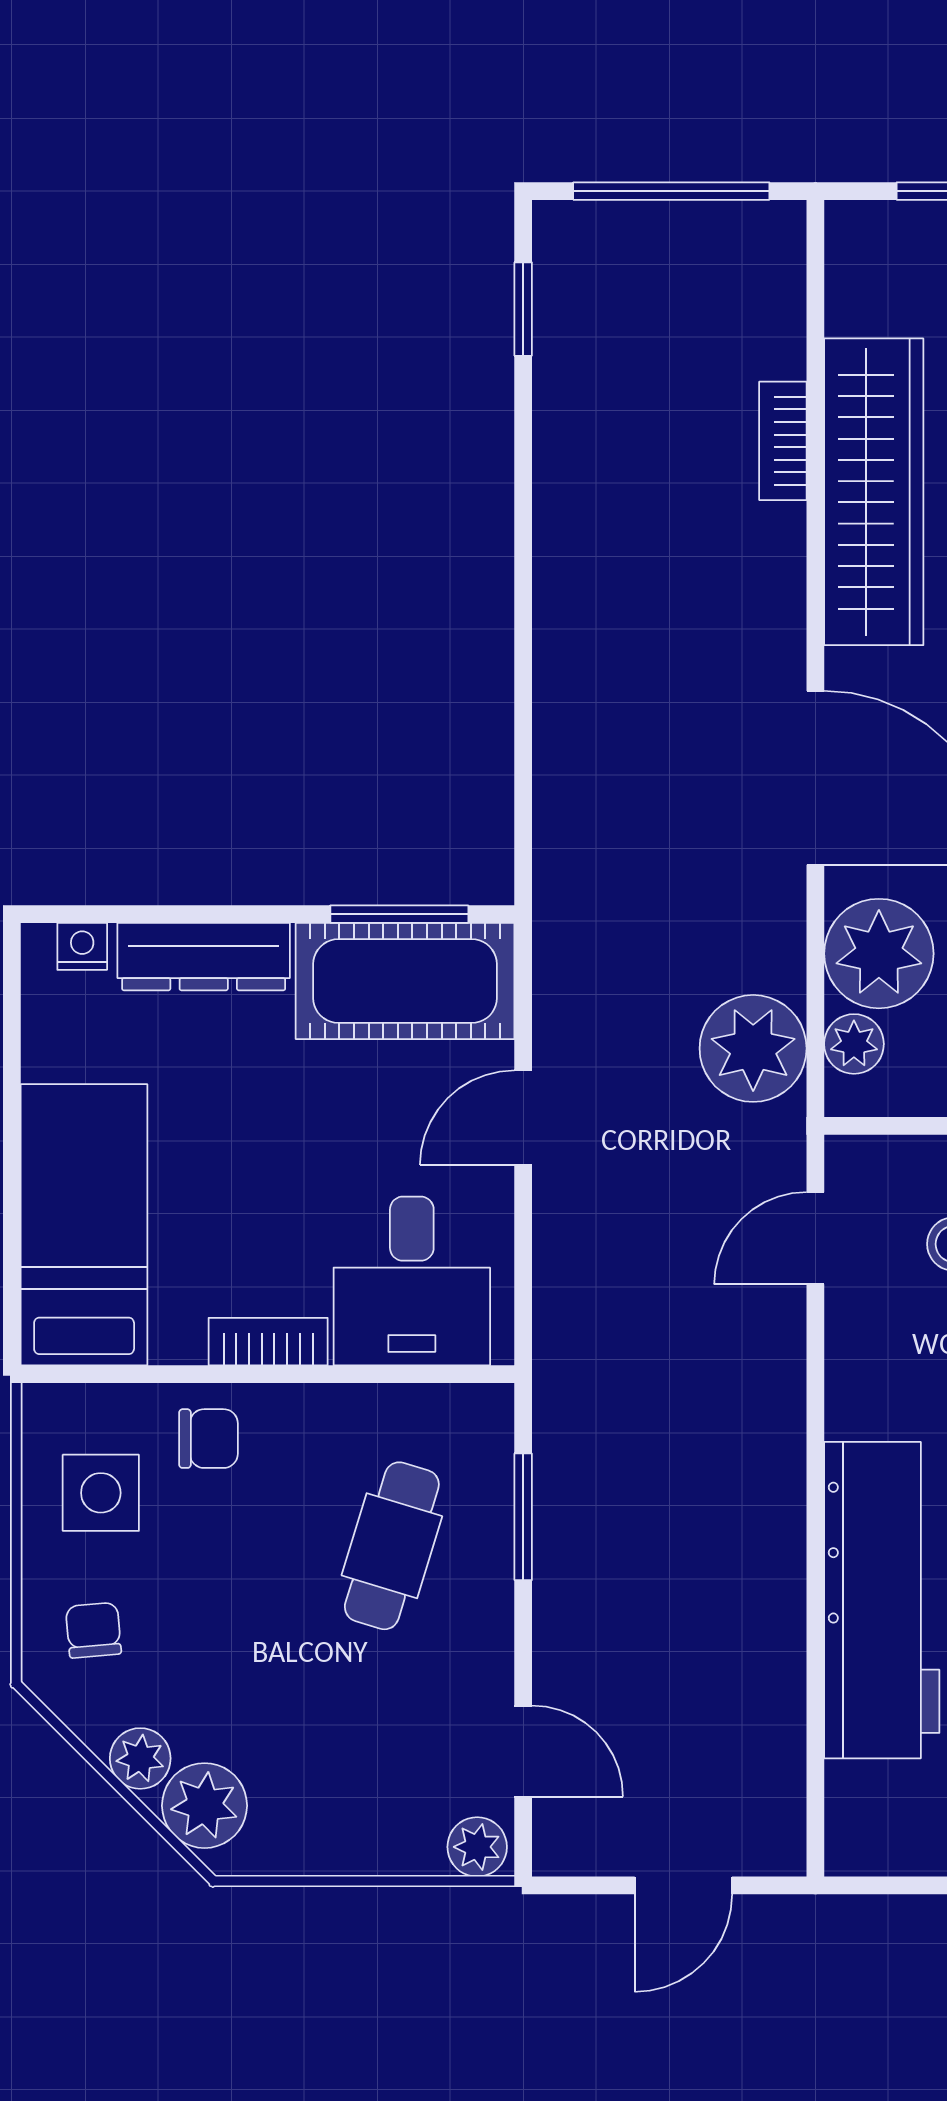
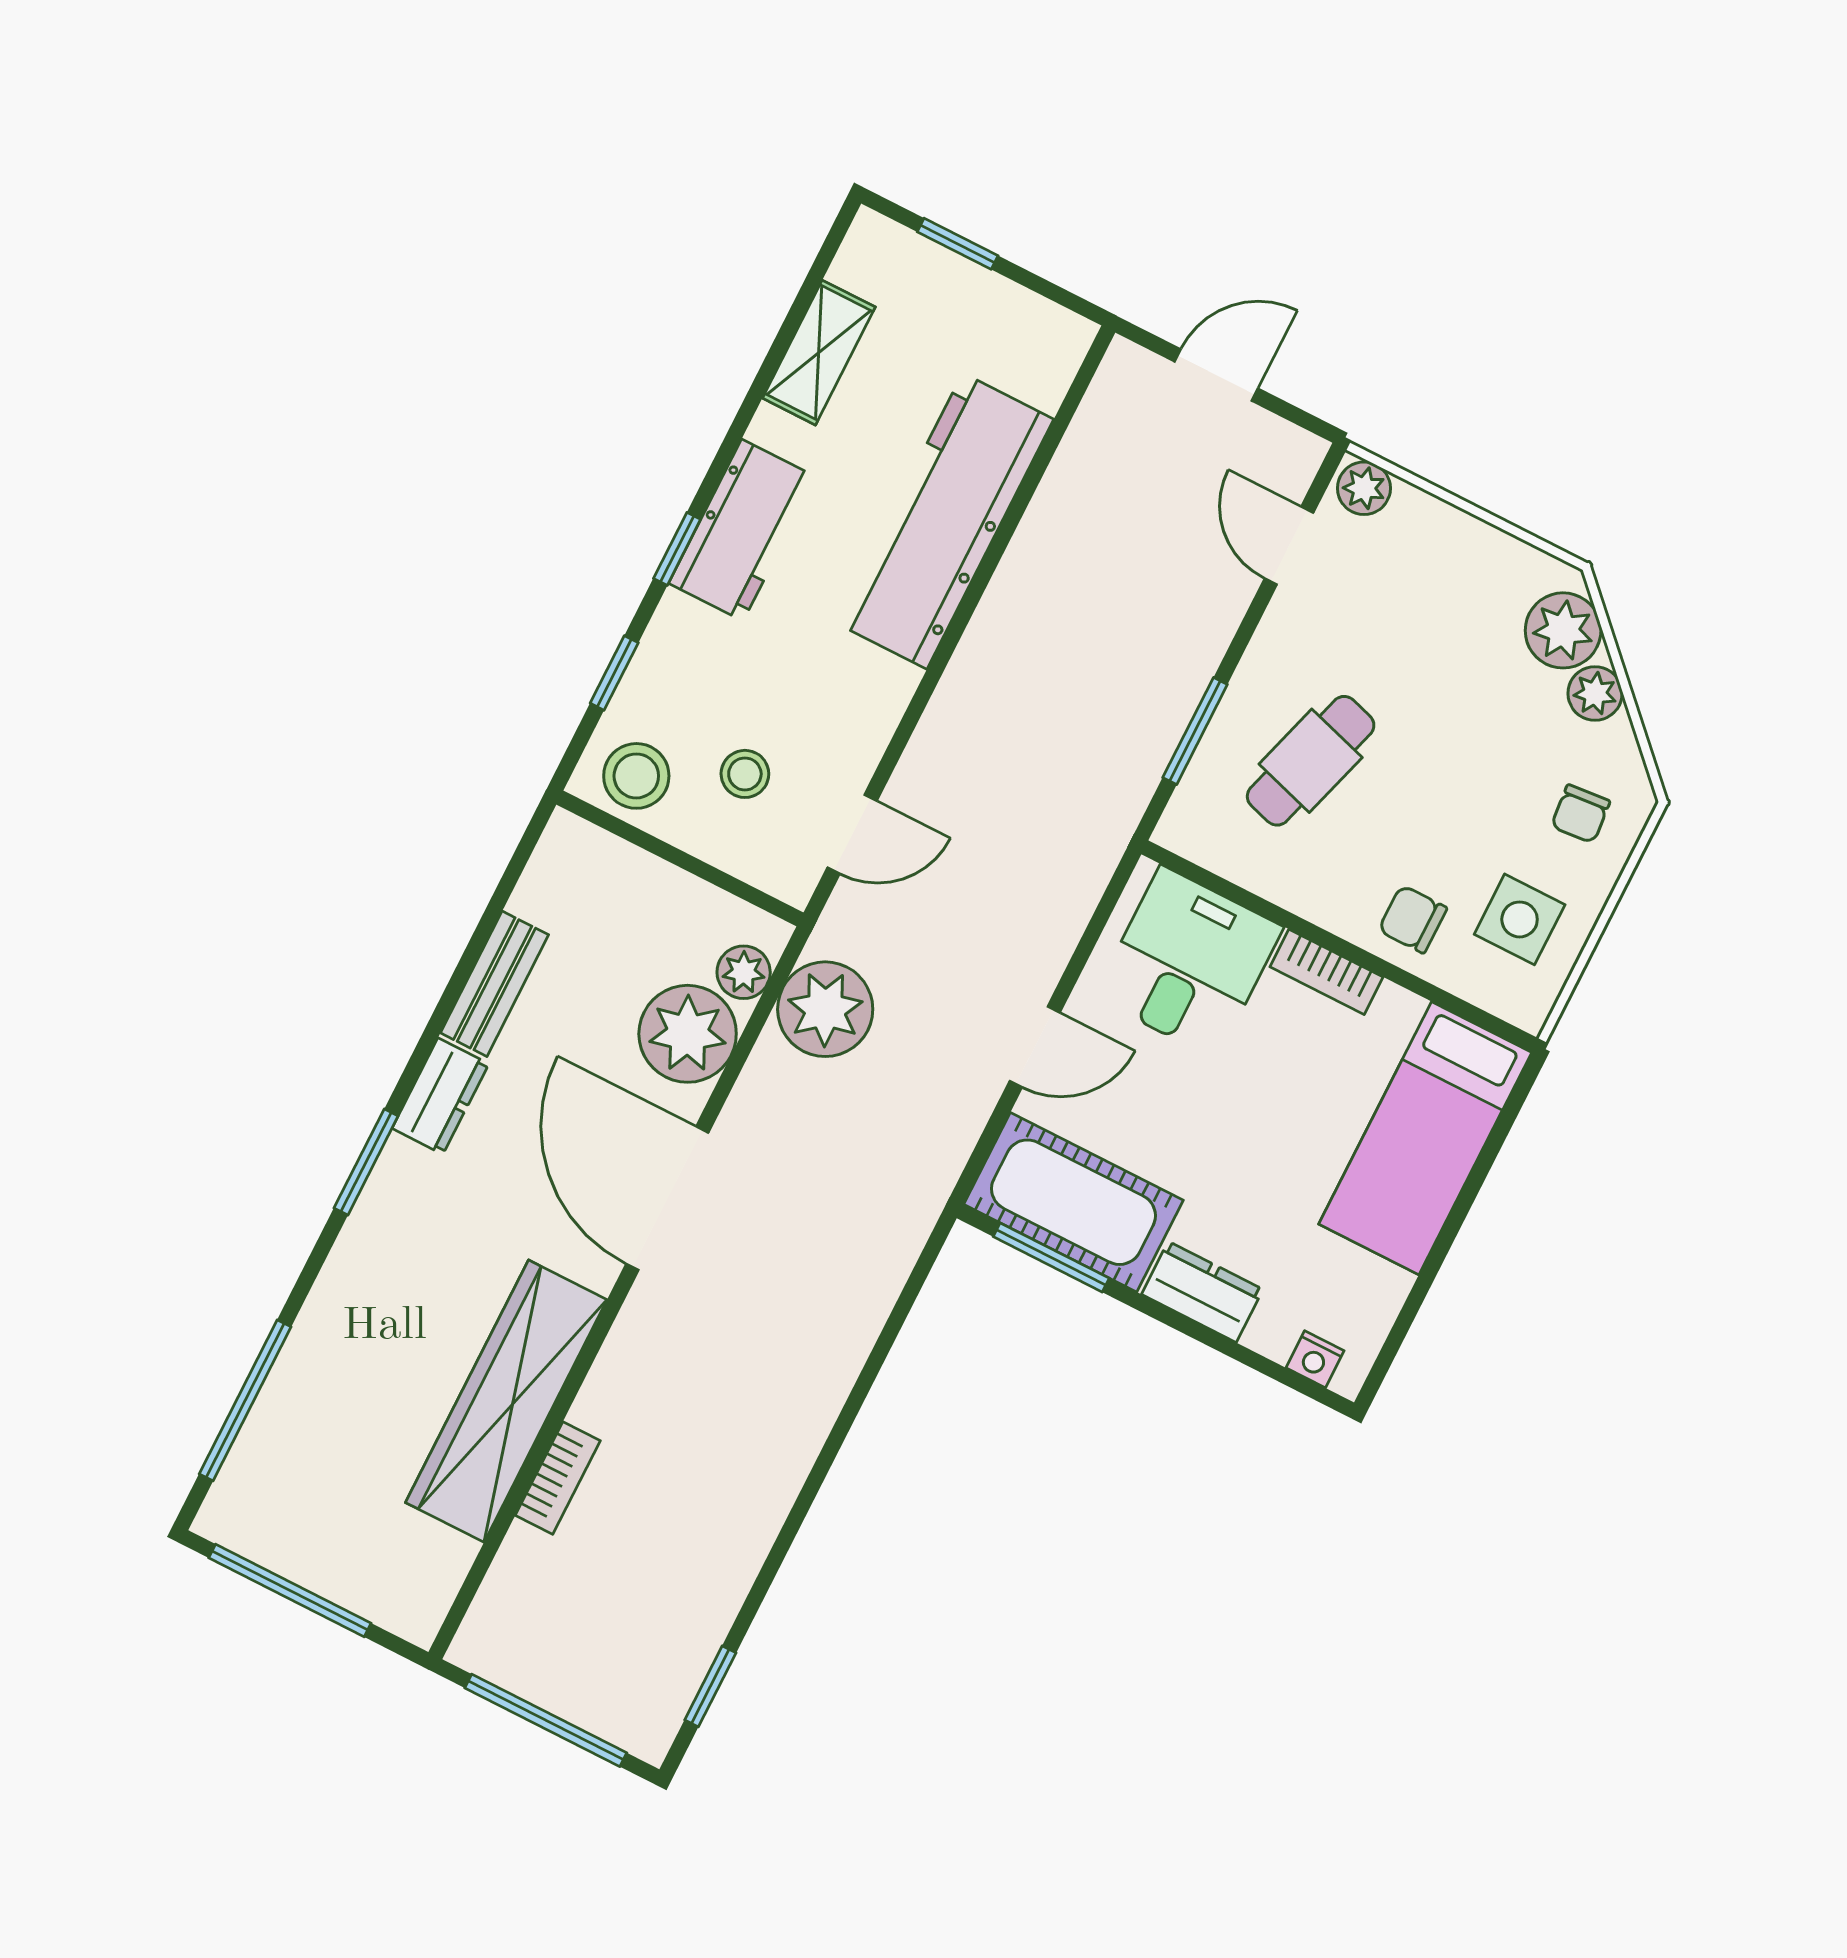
dresser: (204, 957) -> (1202, 1292), width x0.70

